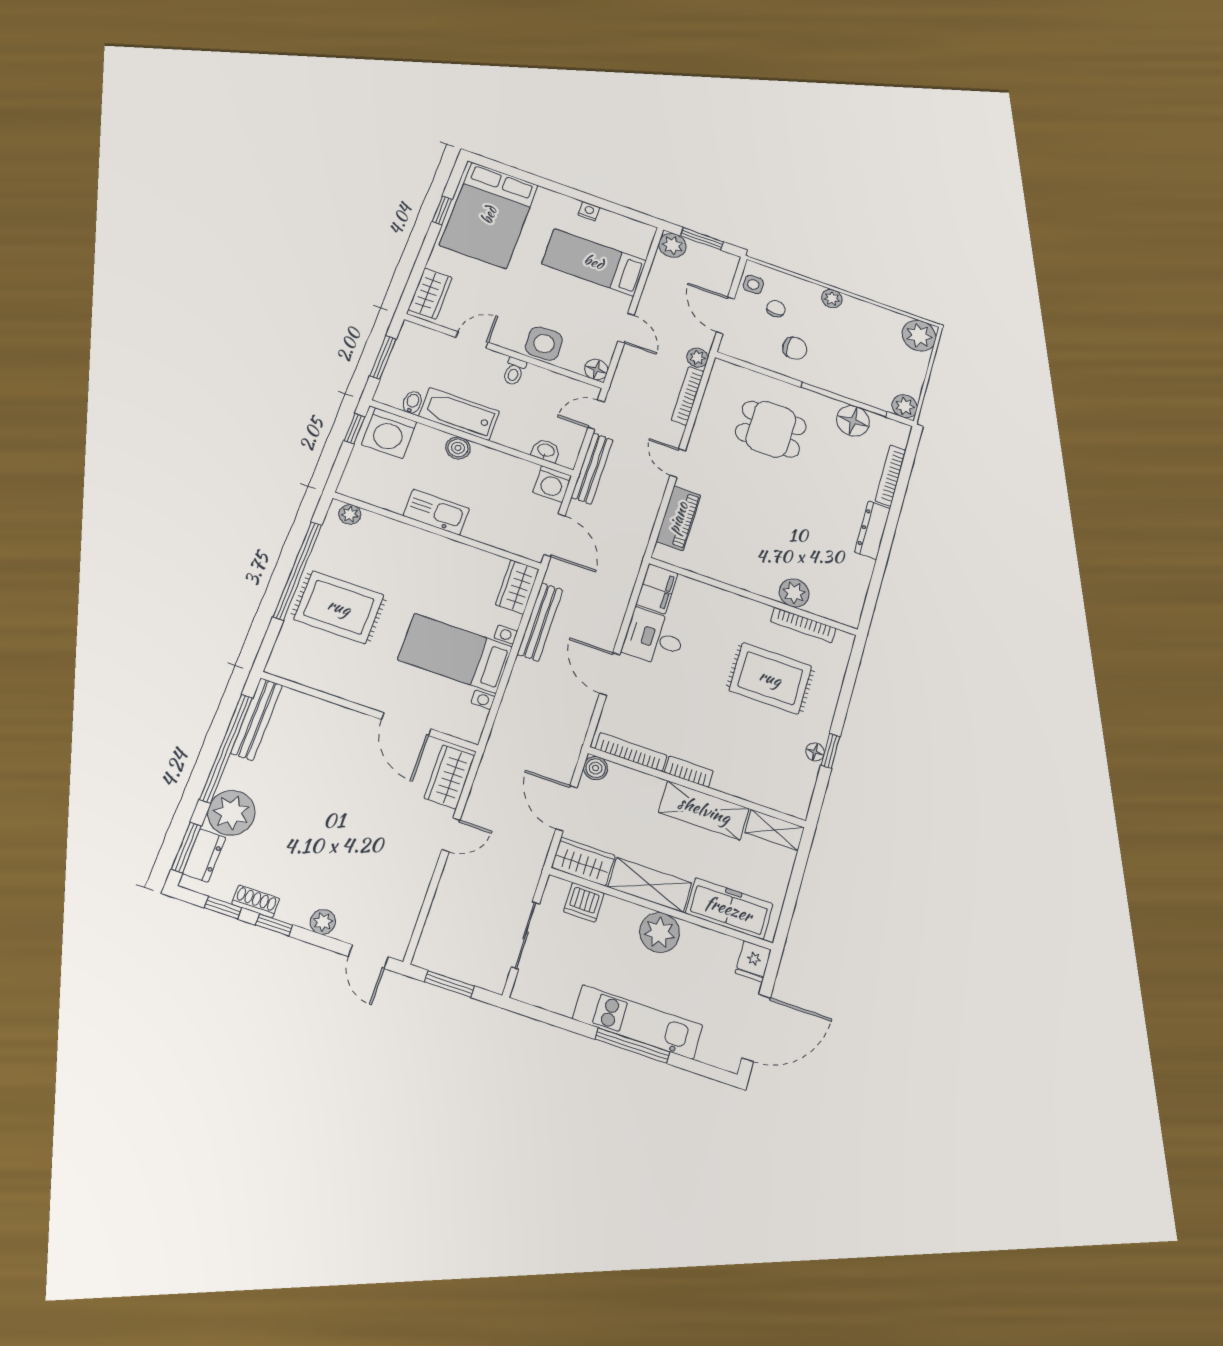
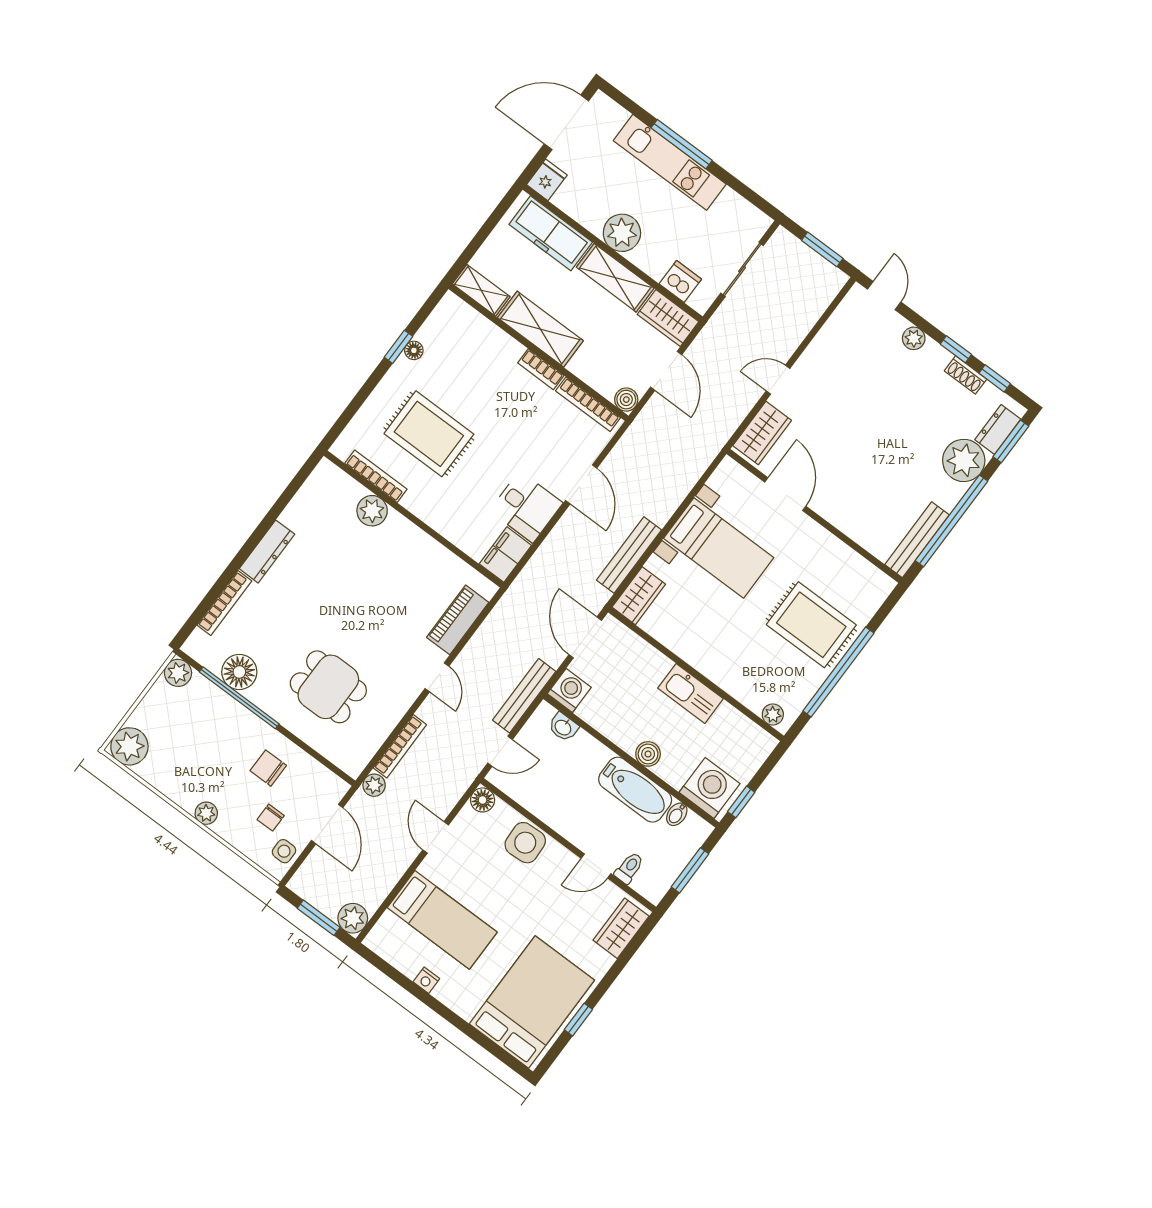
toilet: (514, 371) -> (629, 868), moved

